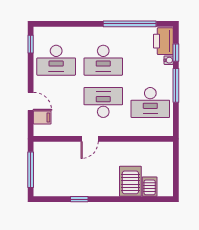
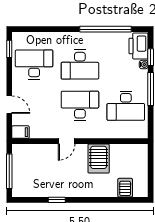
desk: (56, 60) -> (34, 65), turned 180
filing cabinet: (42, 118) -> (20, 132), moved
server rack: (130, 181) -> (99, 159), moved, turned 180

